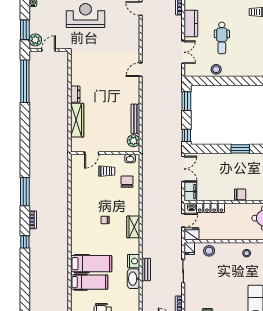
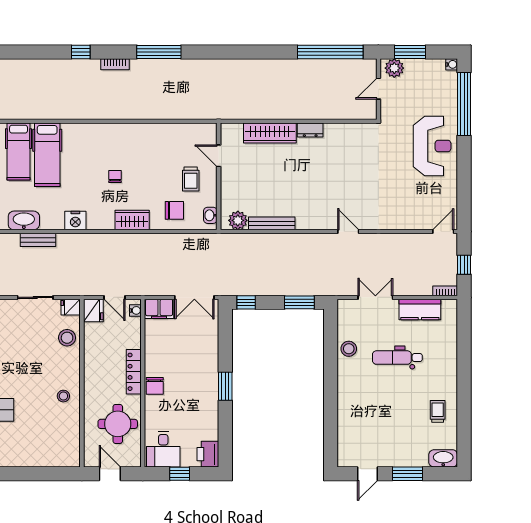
door: (49, 50) -> (378, 89), swing flipped
double door: (183, 52) -> (375, 297), swing flipped
locker: (211, 208) -> (134, 372), moved
wardrobe: (133, 227) -> (132, 220), moved
nightstand: (134, 261) -> (75, 221), moved

